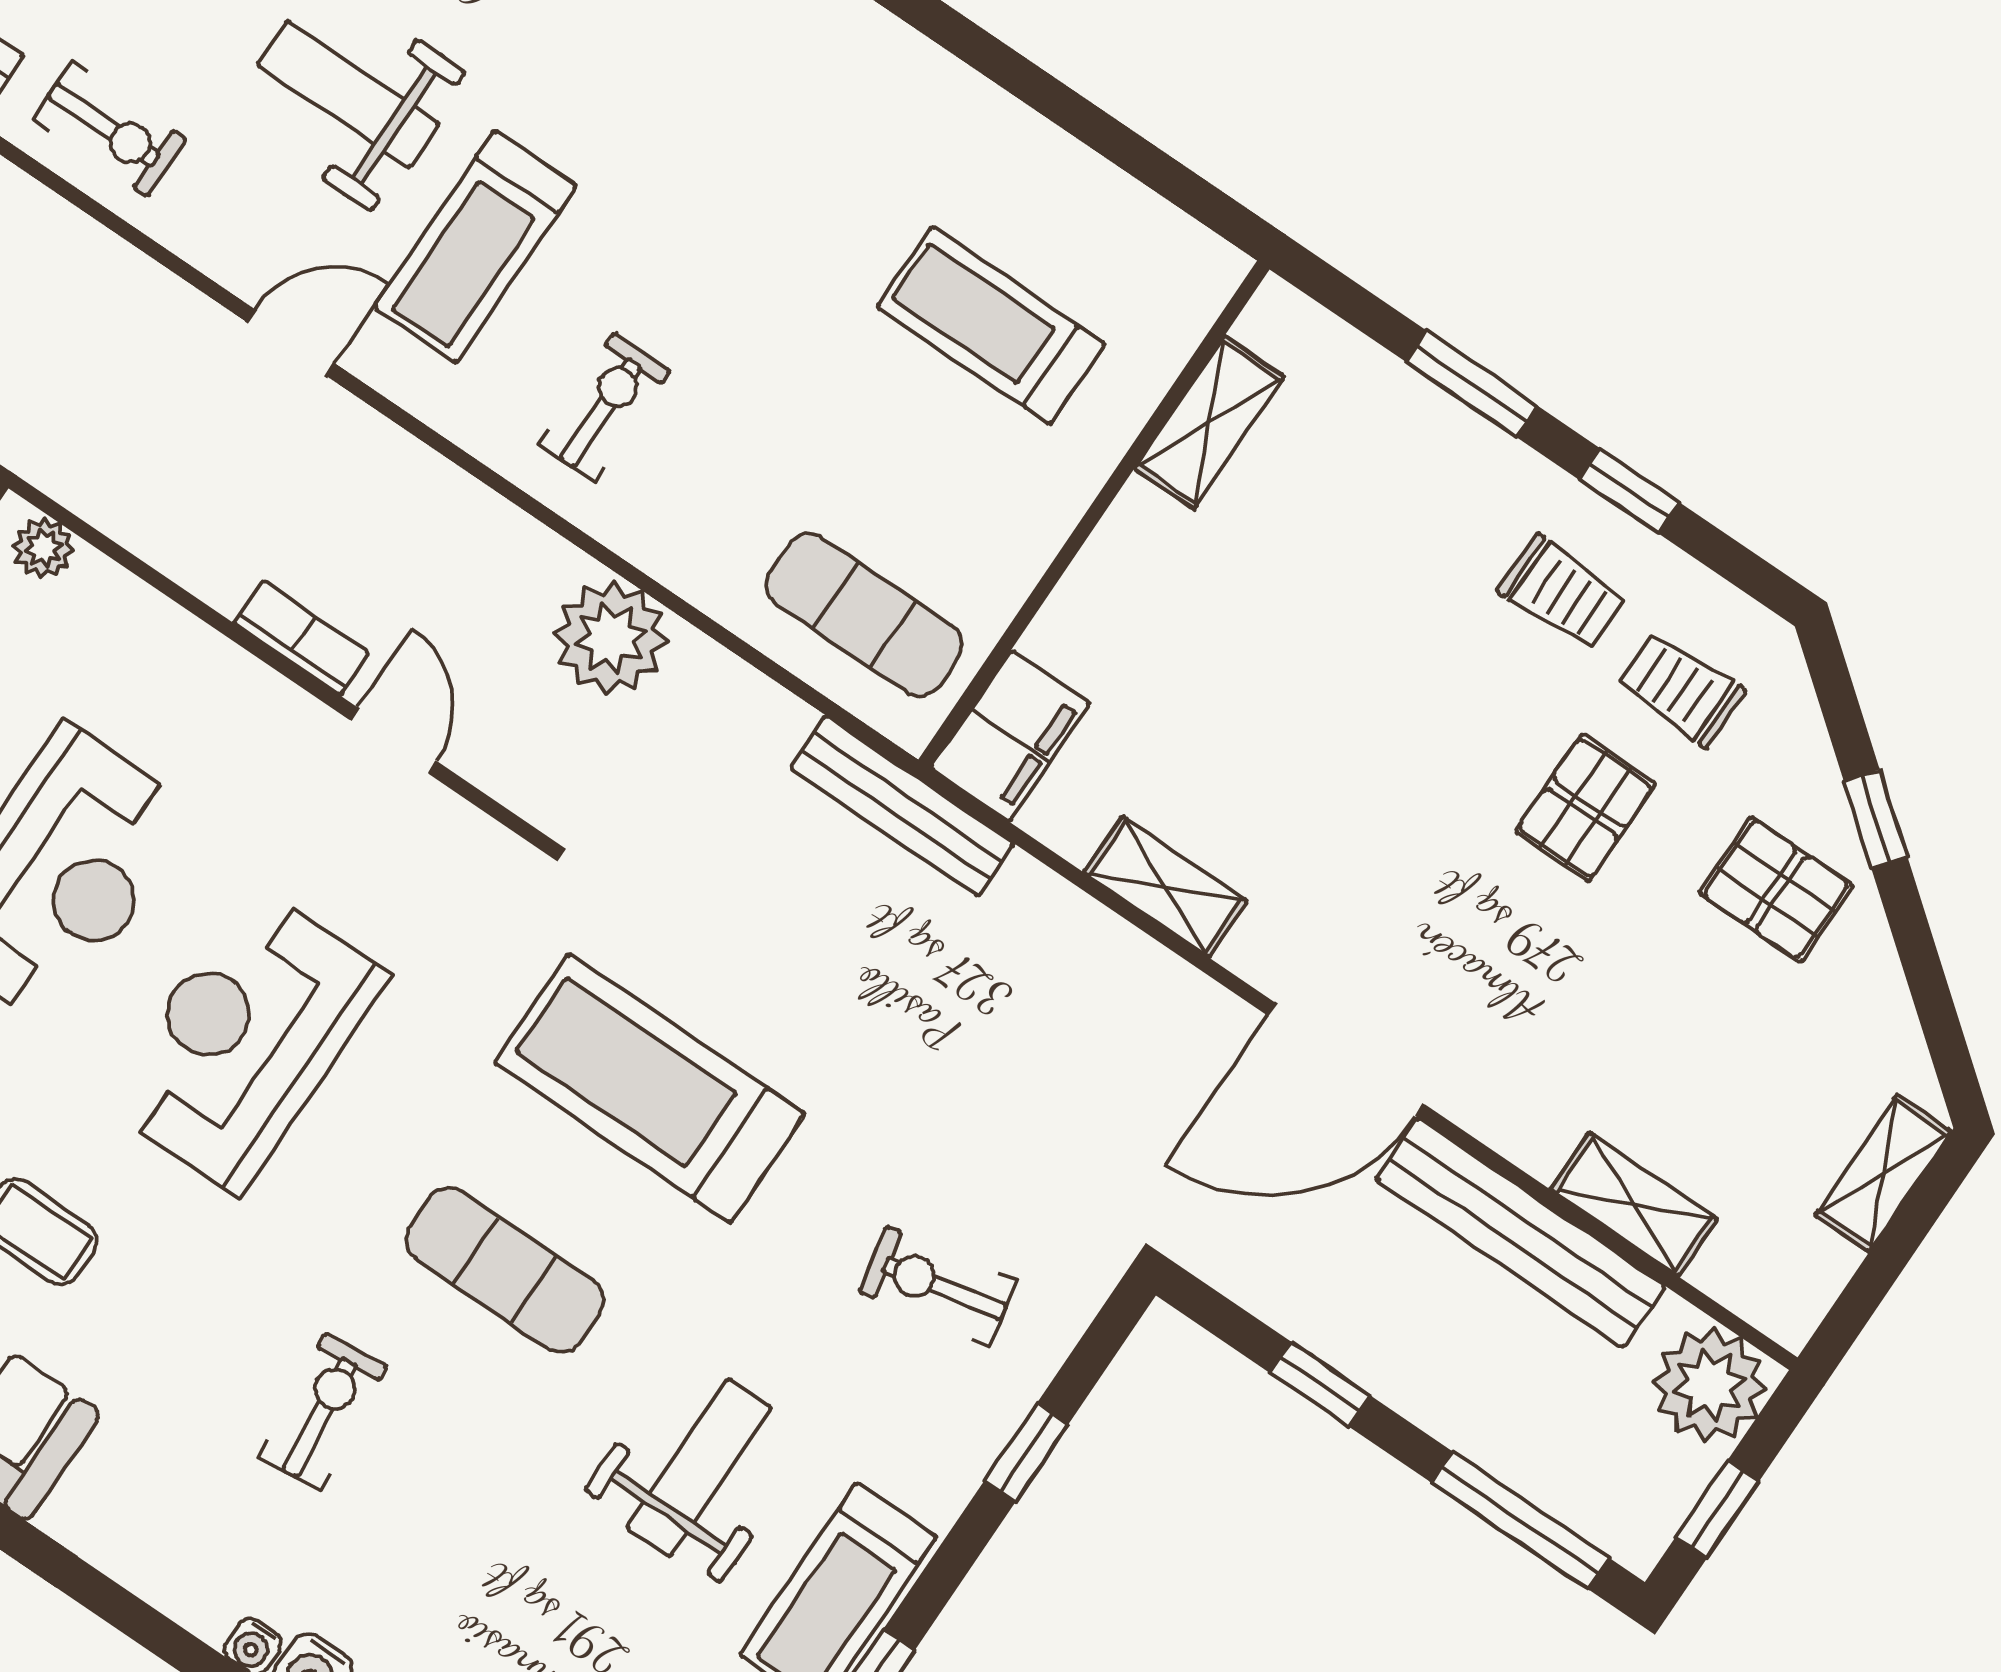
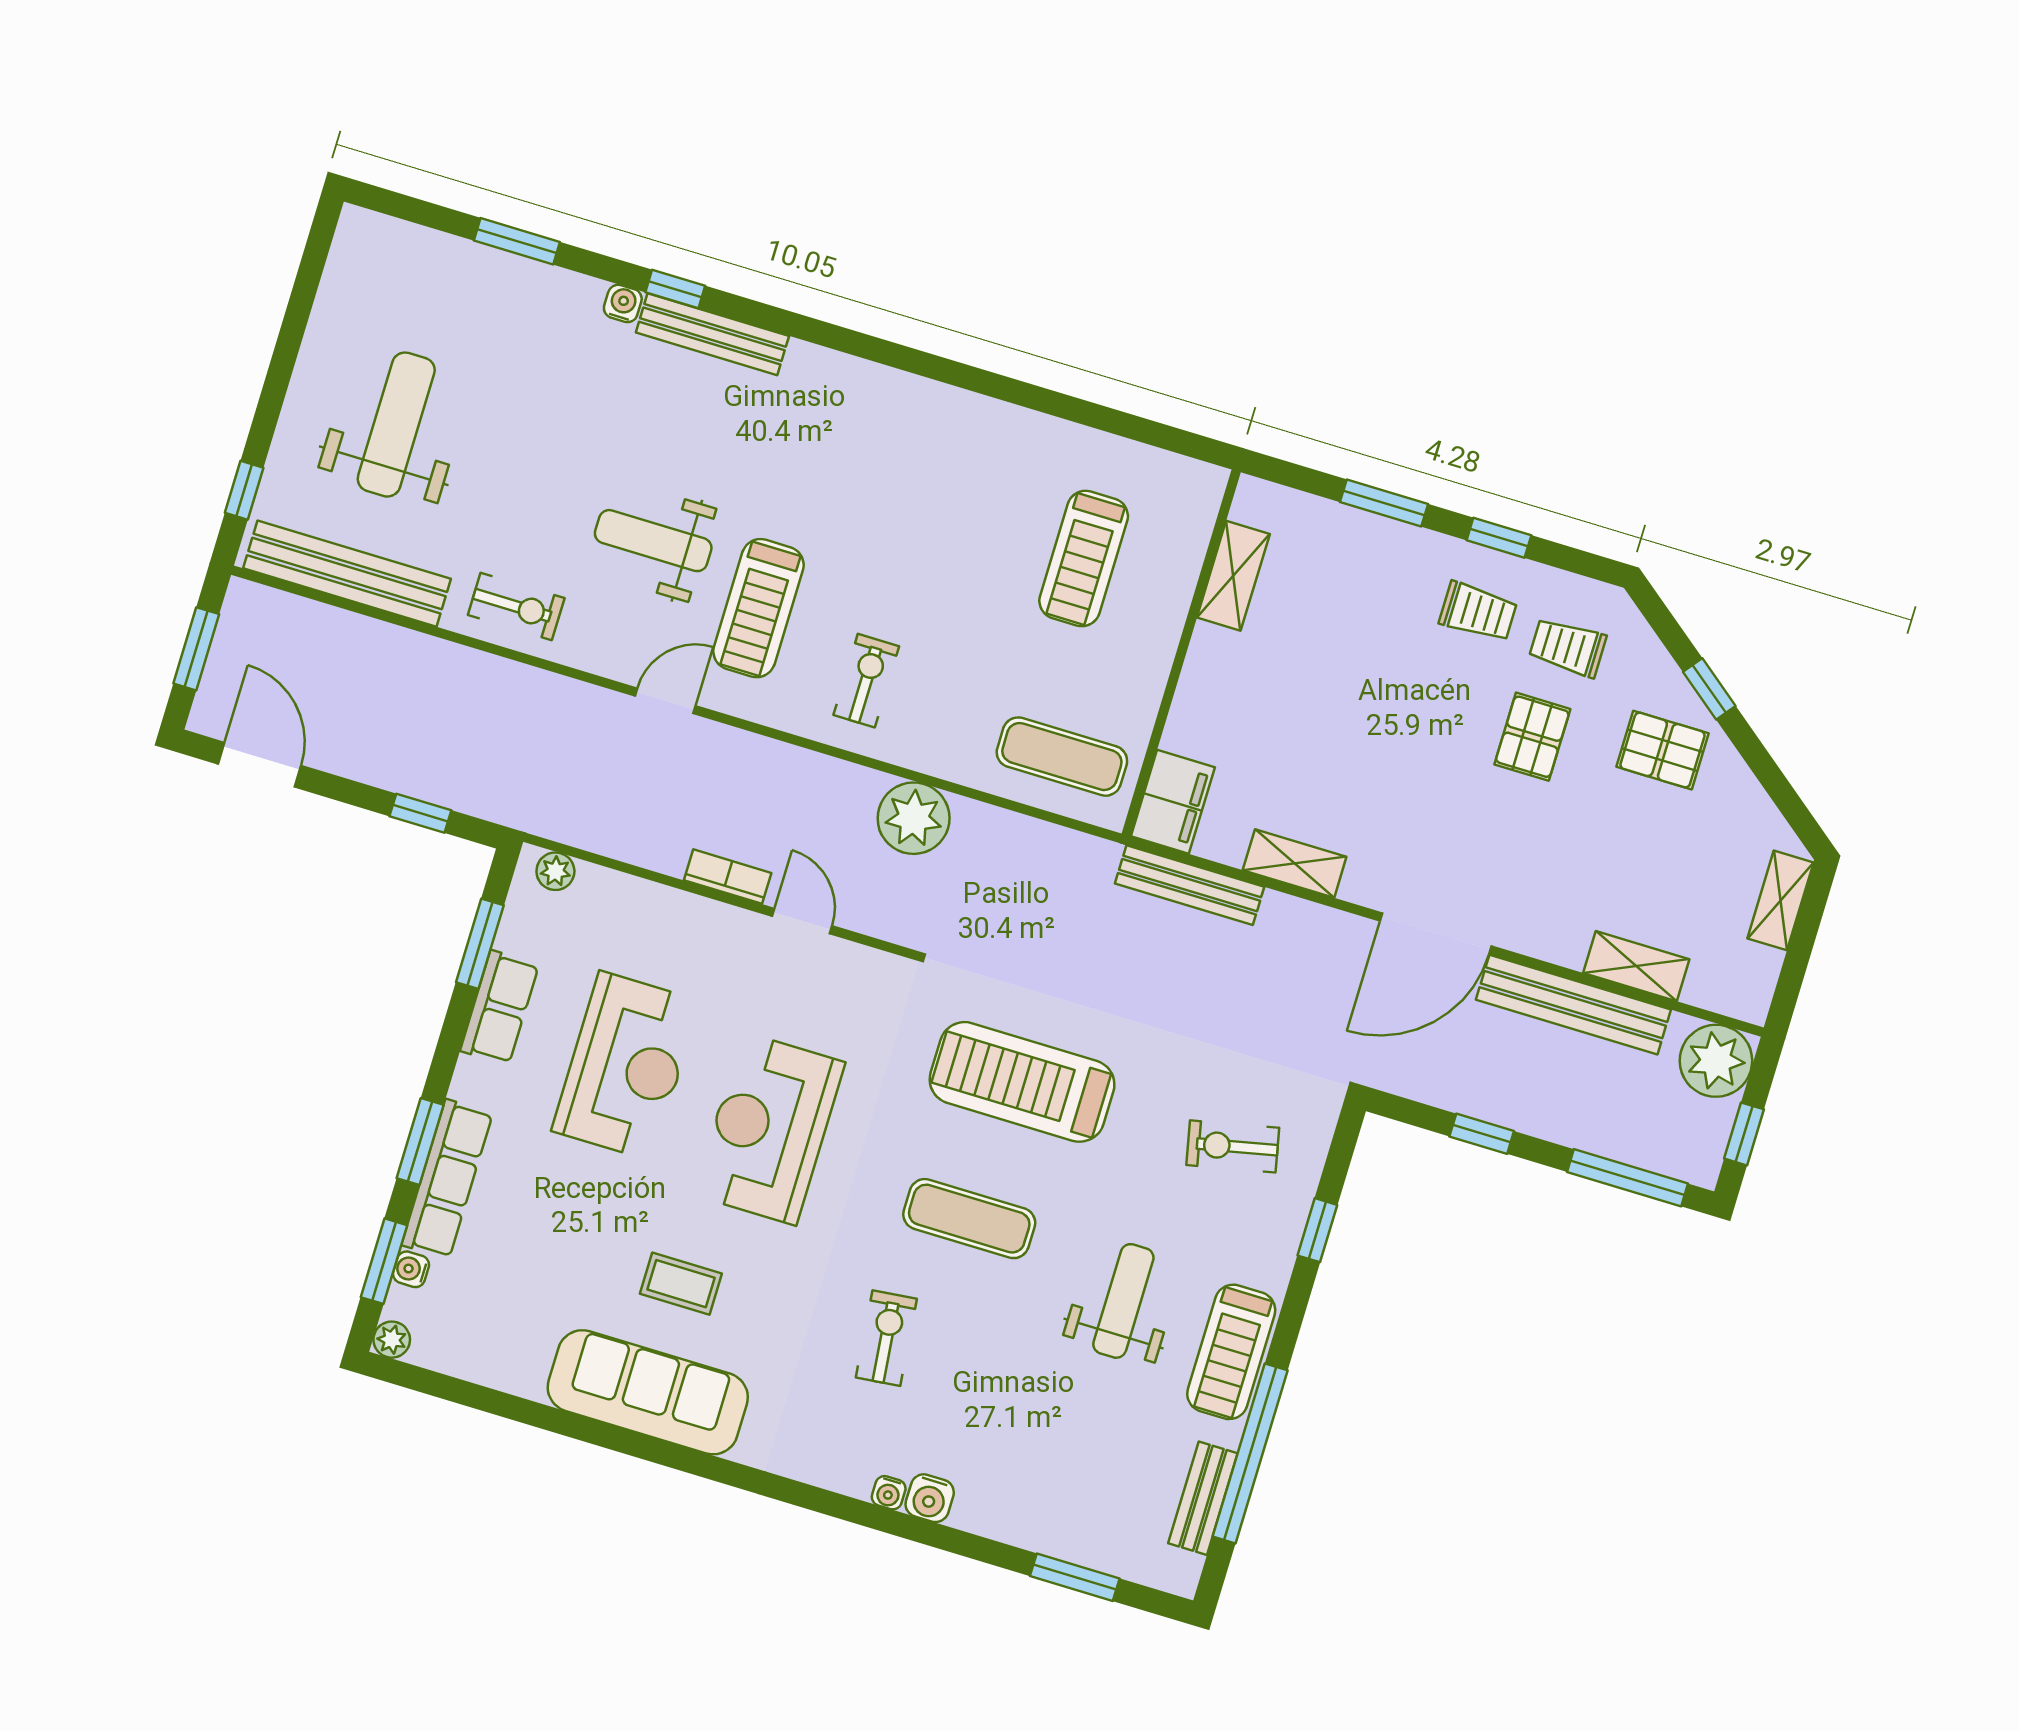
treadmill: (991, 325) -> (1084, 558), turned -90
bench: (902, 806) -> (1190, 885), moved

